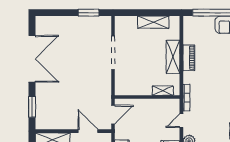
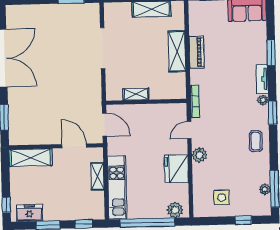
shelving: (163, 91) -> (136, 94), moved
door: (113, 115) -> (105, 125), hinge flipped

